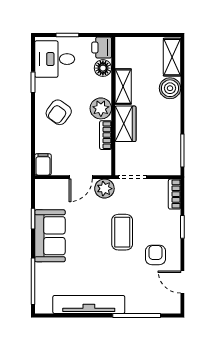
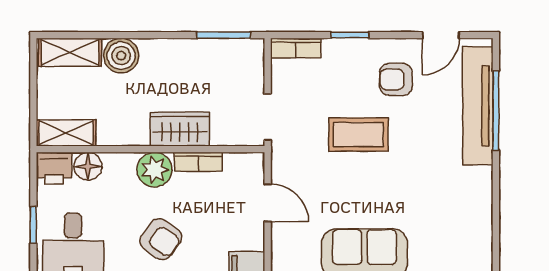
shelving: (123, 87) -> (66, 133), moved
plant: (104, 189) -> (287, 164), removed
tv unit: (89, 305) -> (478, 106), moved

